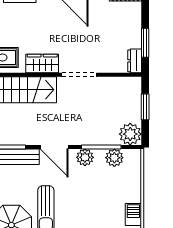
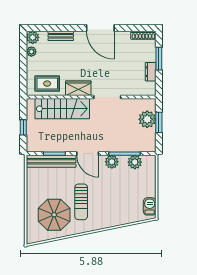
window: (145, 43) -> (159, 59), moved
dresser: (135, 61) -> (151, 72), moved
plant: (130, 134) -> (147, 119), moved

